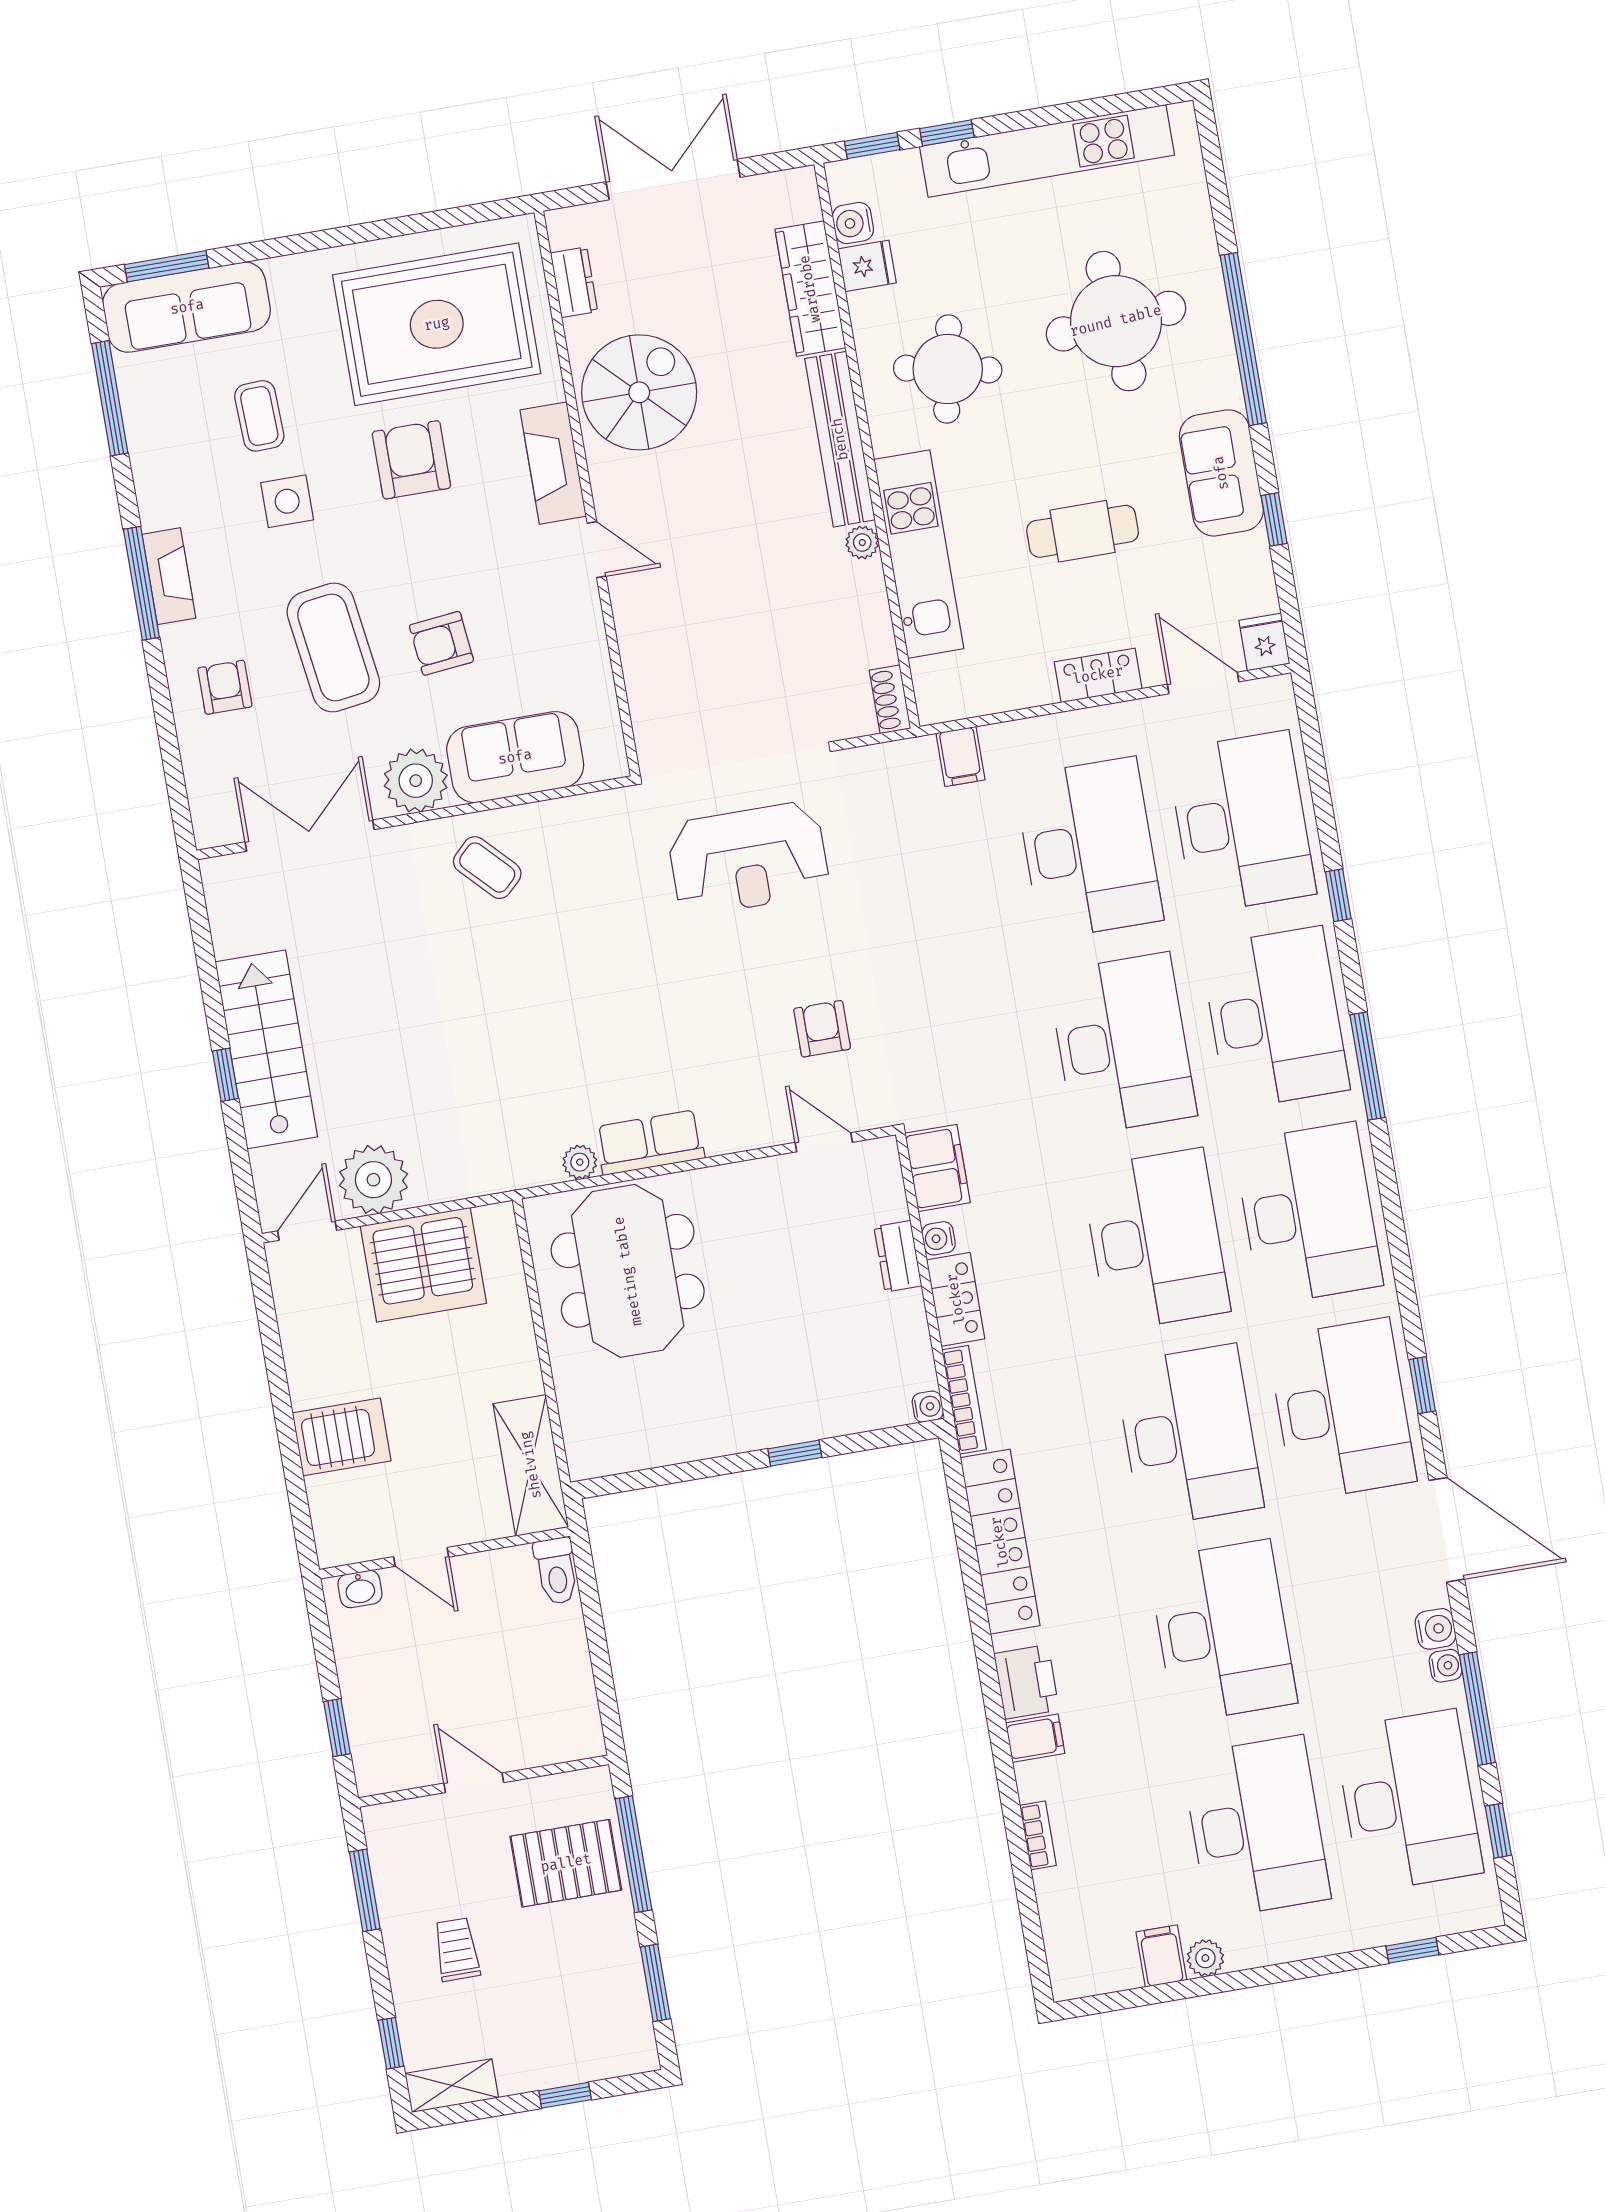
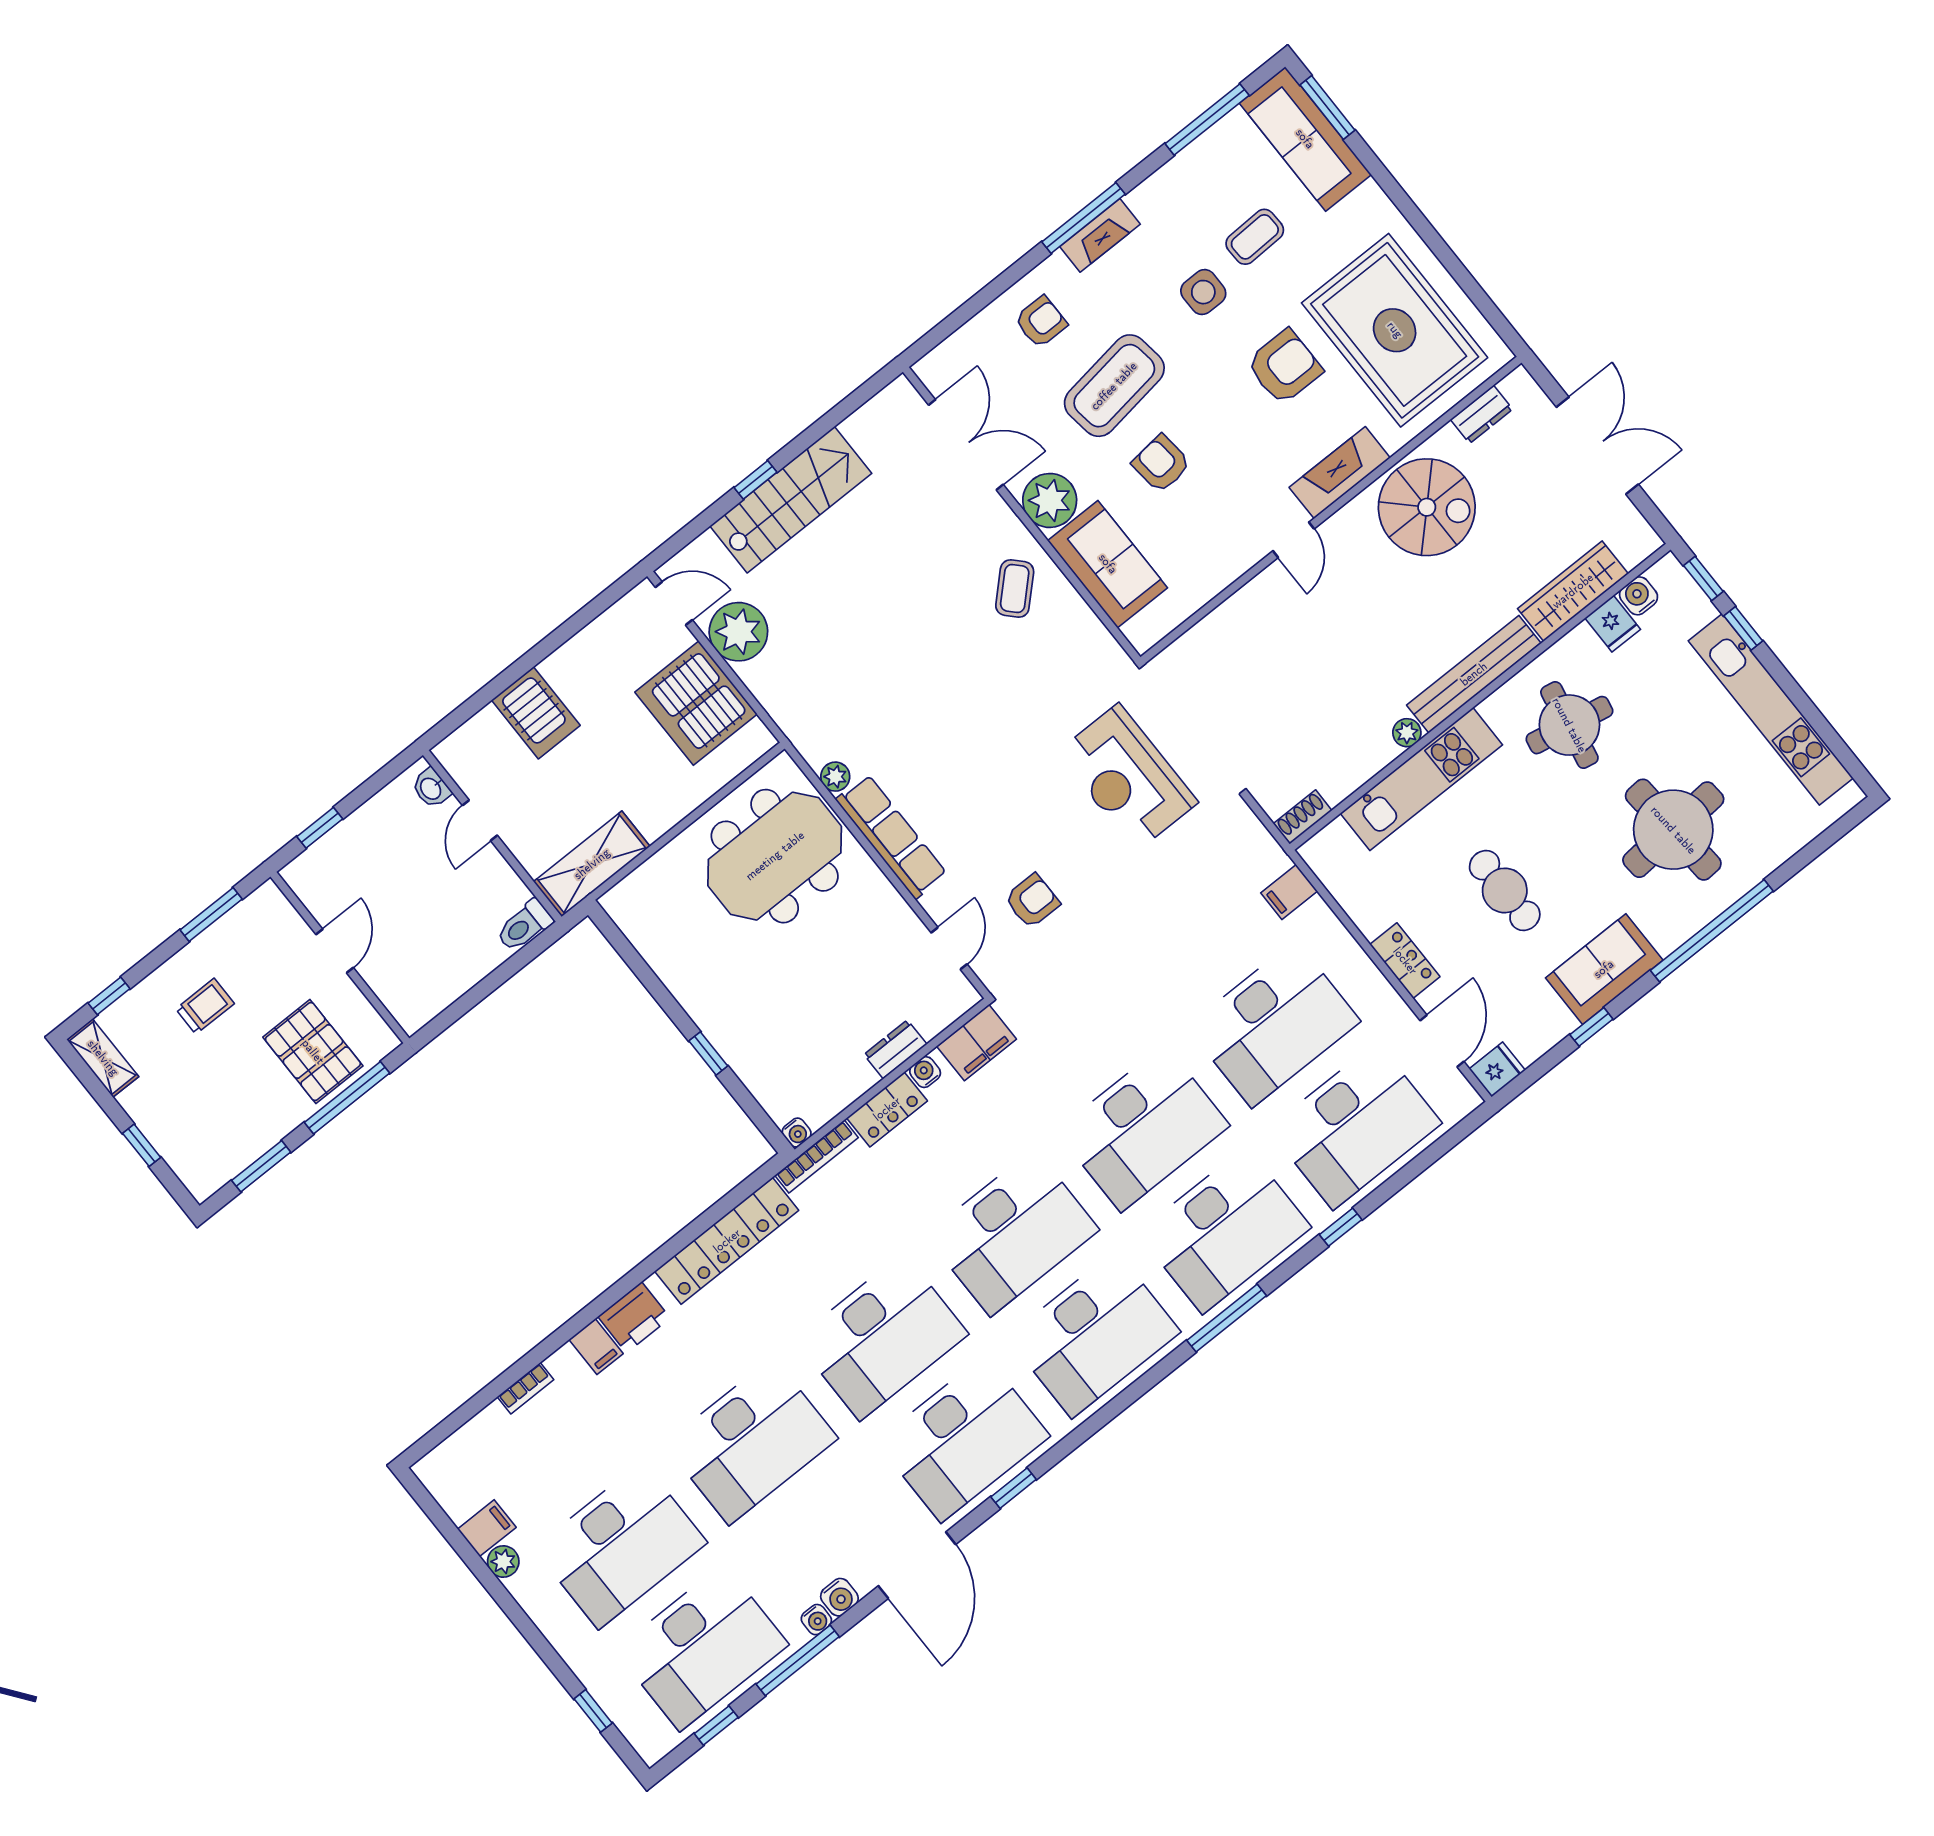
row of seats: (650, 1142) -> (891, 837), width x1.48

